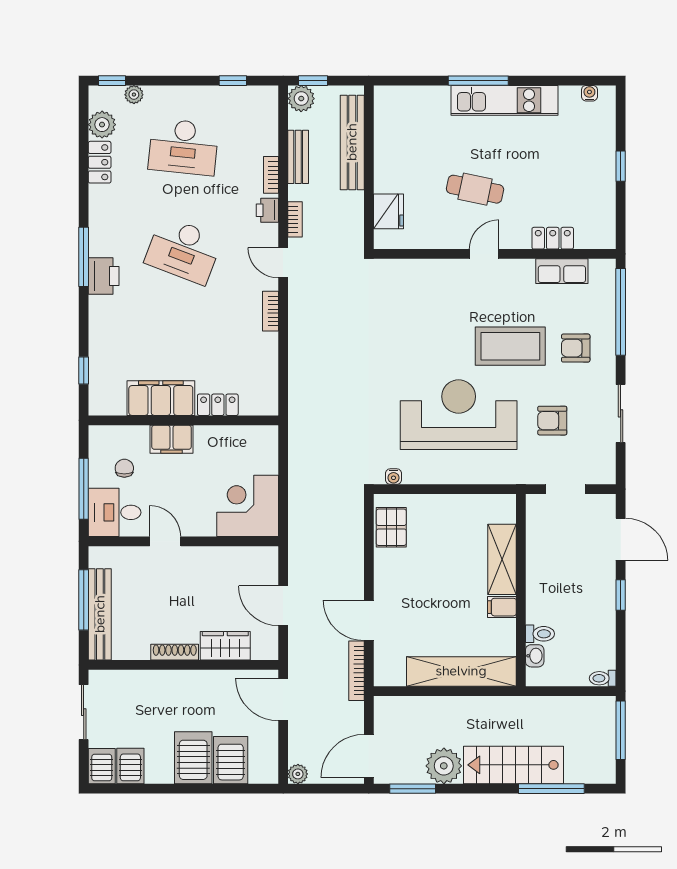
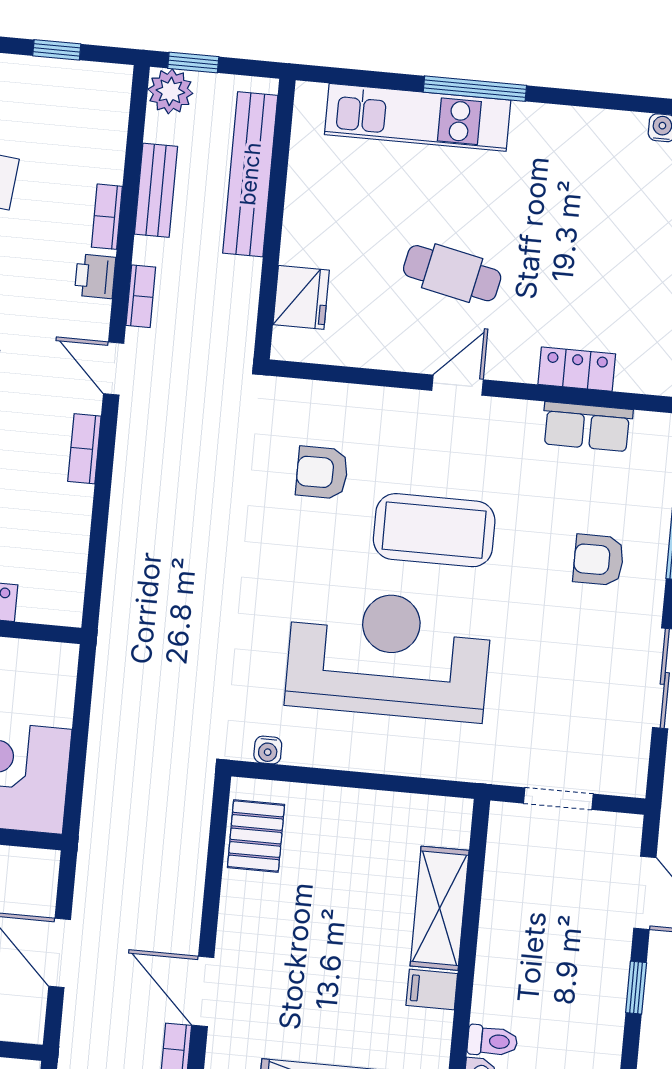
kitchen unit: (504, 100) -> (418, 117), moved
coffee table: (510, 346) -> (434, 530), moved
armchair: (552, 421) -> (322, 473), moved

